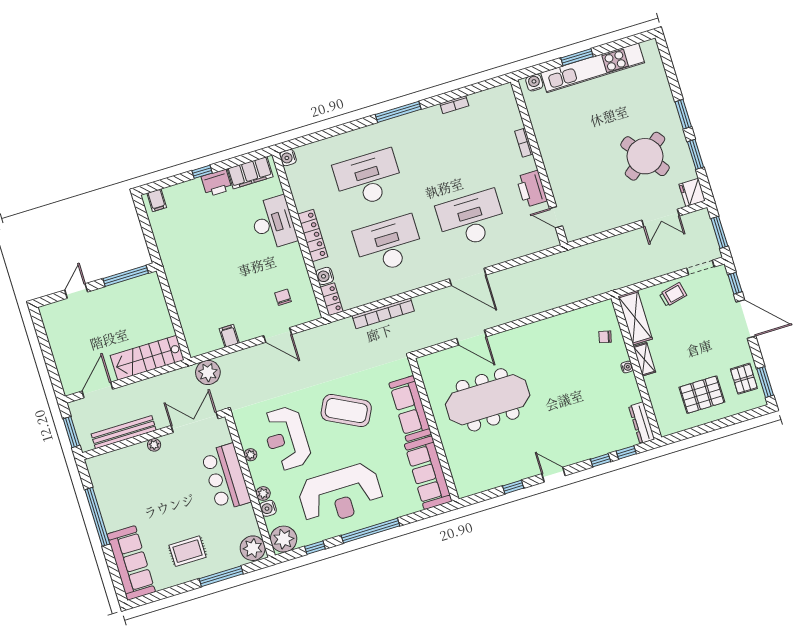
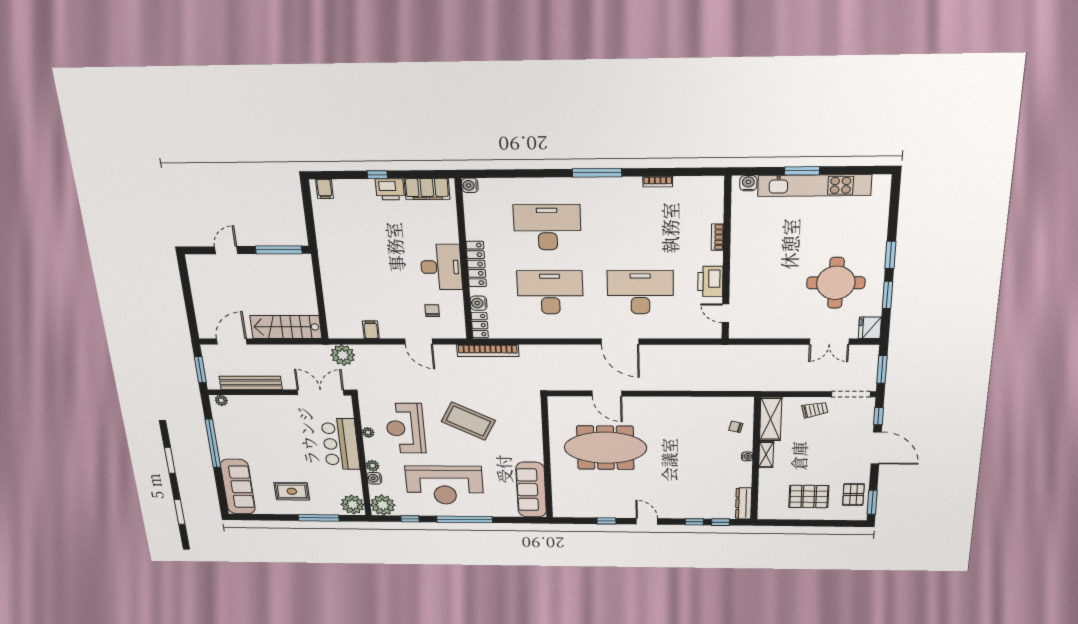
round table: (645, 156) -> (836, 283), turned 37
desk: (273, 223) -> (441, 267), moved
doorway: (700, 267) -> (851, 394), width x1.38
bookcase: (383, 313) -> (488, 351), moved
sofa: (410, 409) -> (530, 435), removed
plant: (154, 445) -> (221, 400), moved

